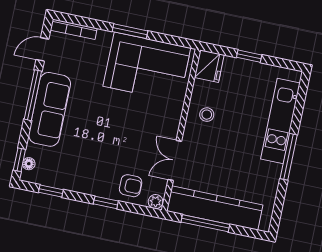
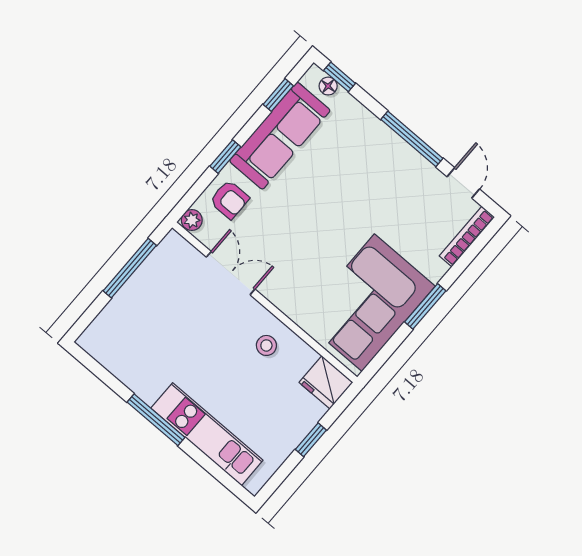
sofa: (50, 109) -> (280, 136), moved, turned -90
armchair: (131, 186) -> (229, 200), turned -90
kitchen counter: (215, 208) -> (143, 290), removed

